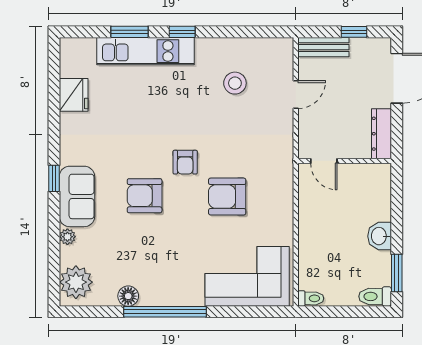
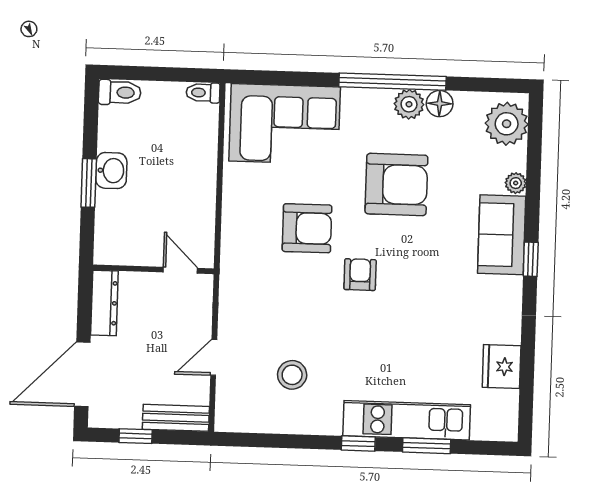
armchair: (145, 196) -> (396, 184), moved, width x1.36, depth x1.36
window: (397, 273) -> (89, 183), moved
plant: (152, 295) -> (409, 104), added

